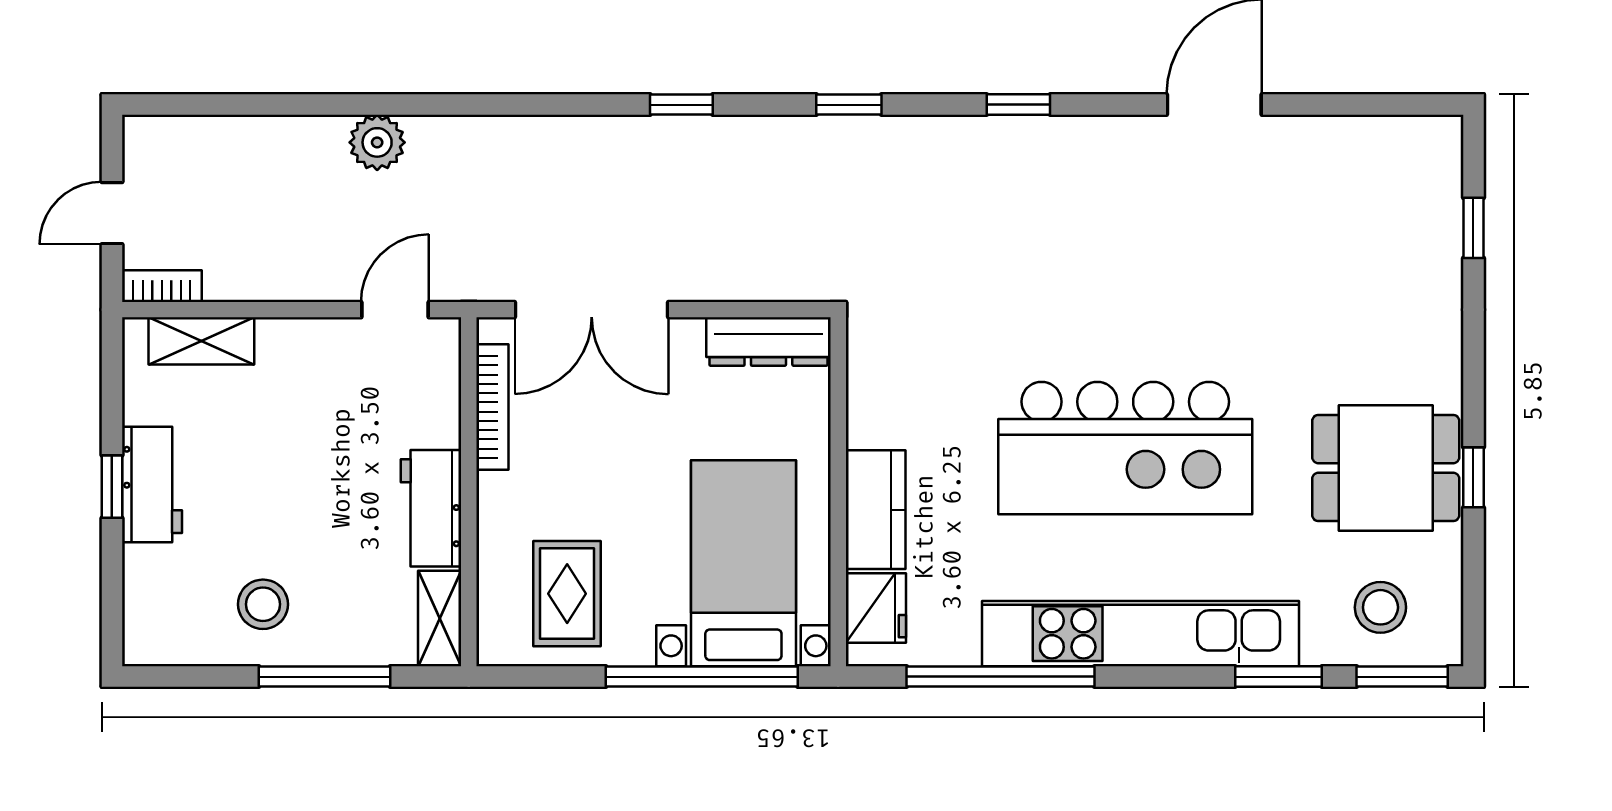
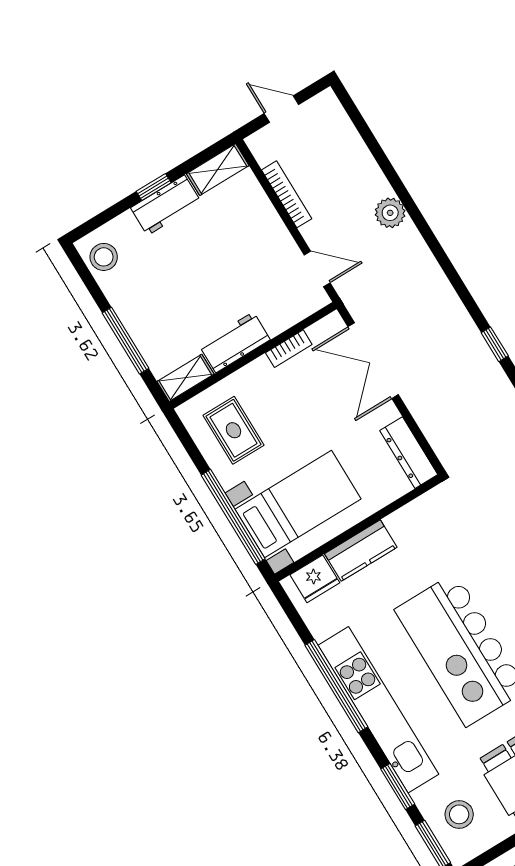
bookcase: (162, 286) -> (287, 194), moved, width x1.56
shelving: (201, 341) -> (218, 170), moved, turned 90
bookcase: (492, 407) -> (289, 349), width x0.64
rug: (567, 594) -> (233, 430), turned 90
stool: (263, 604) -> (104, 257), moved
window: (1000, 677) -> (336, 686), moved

